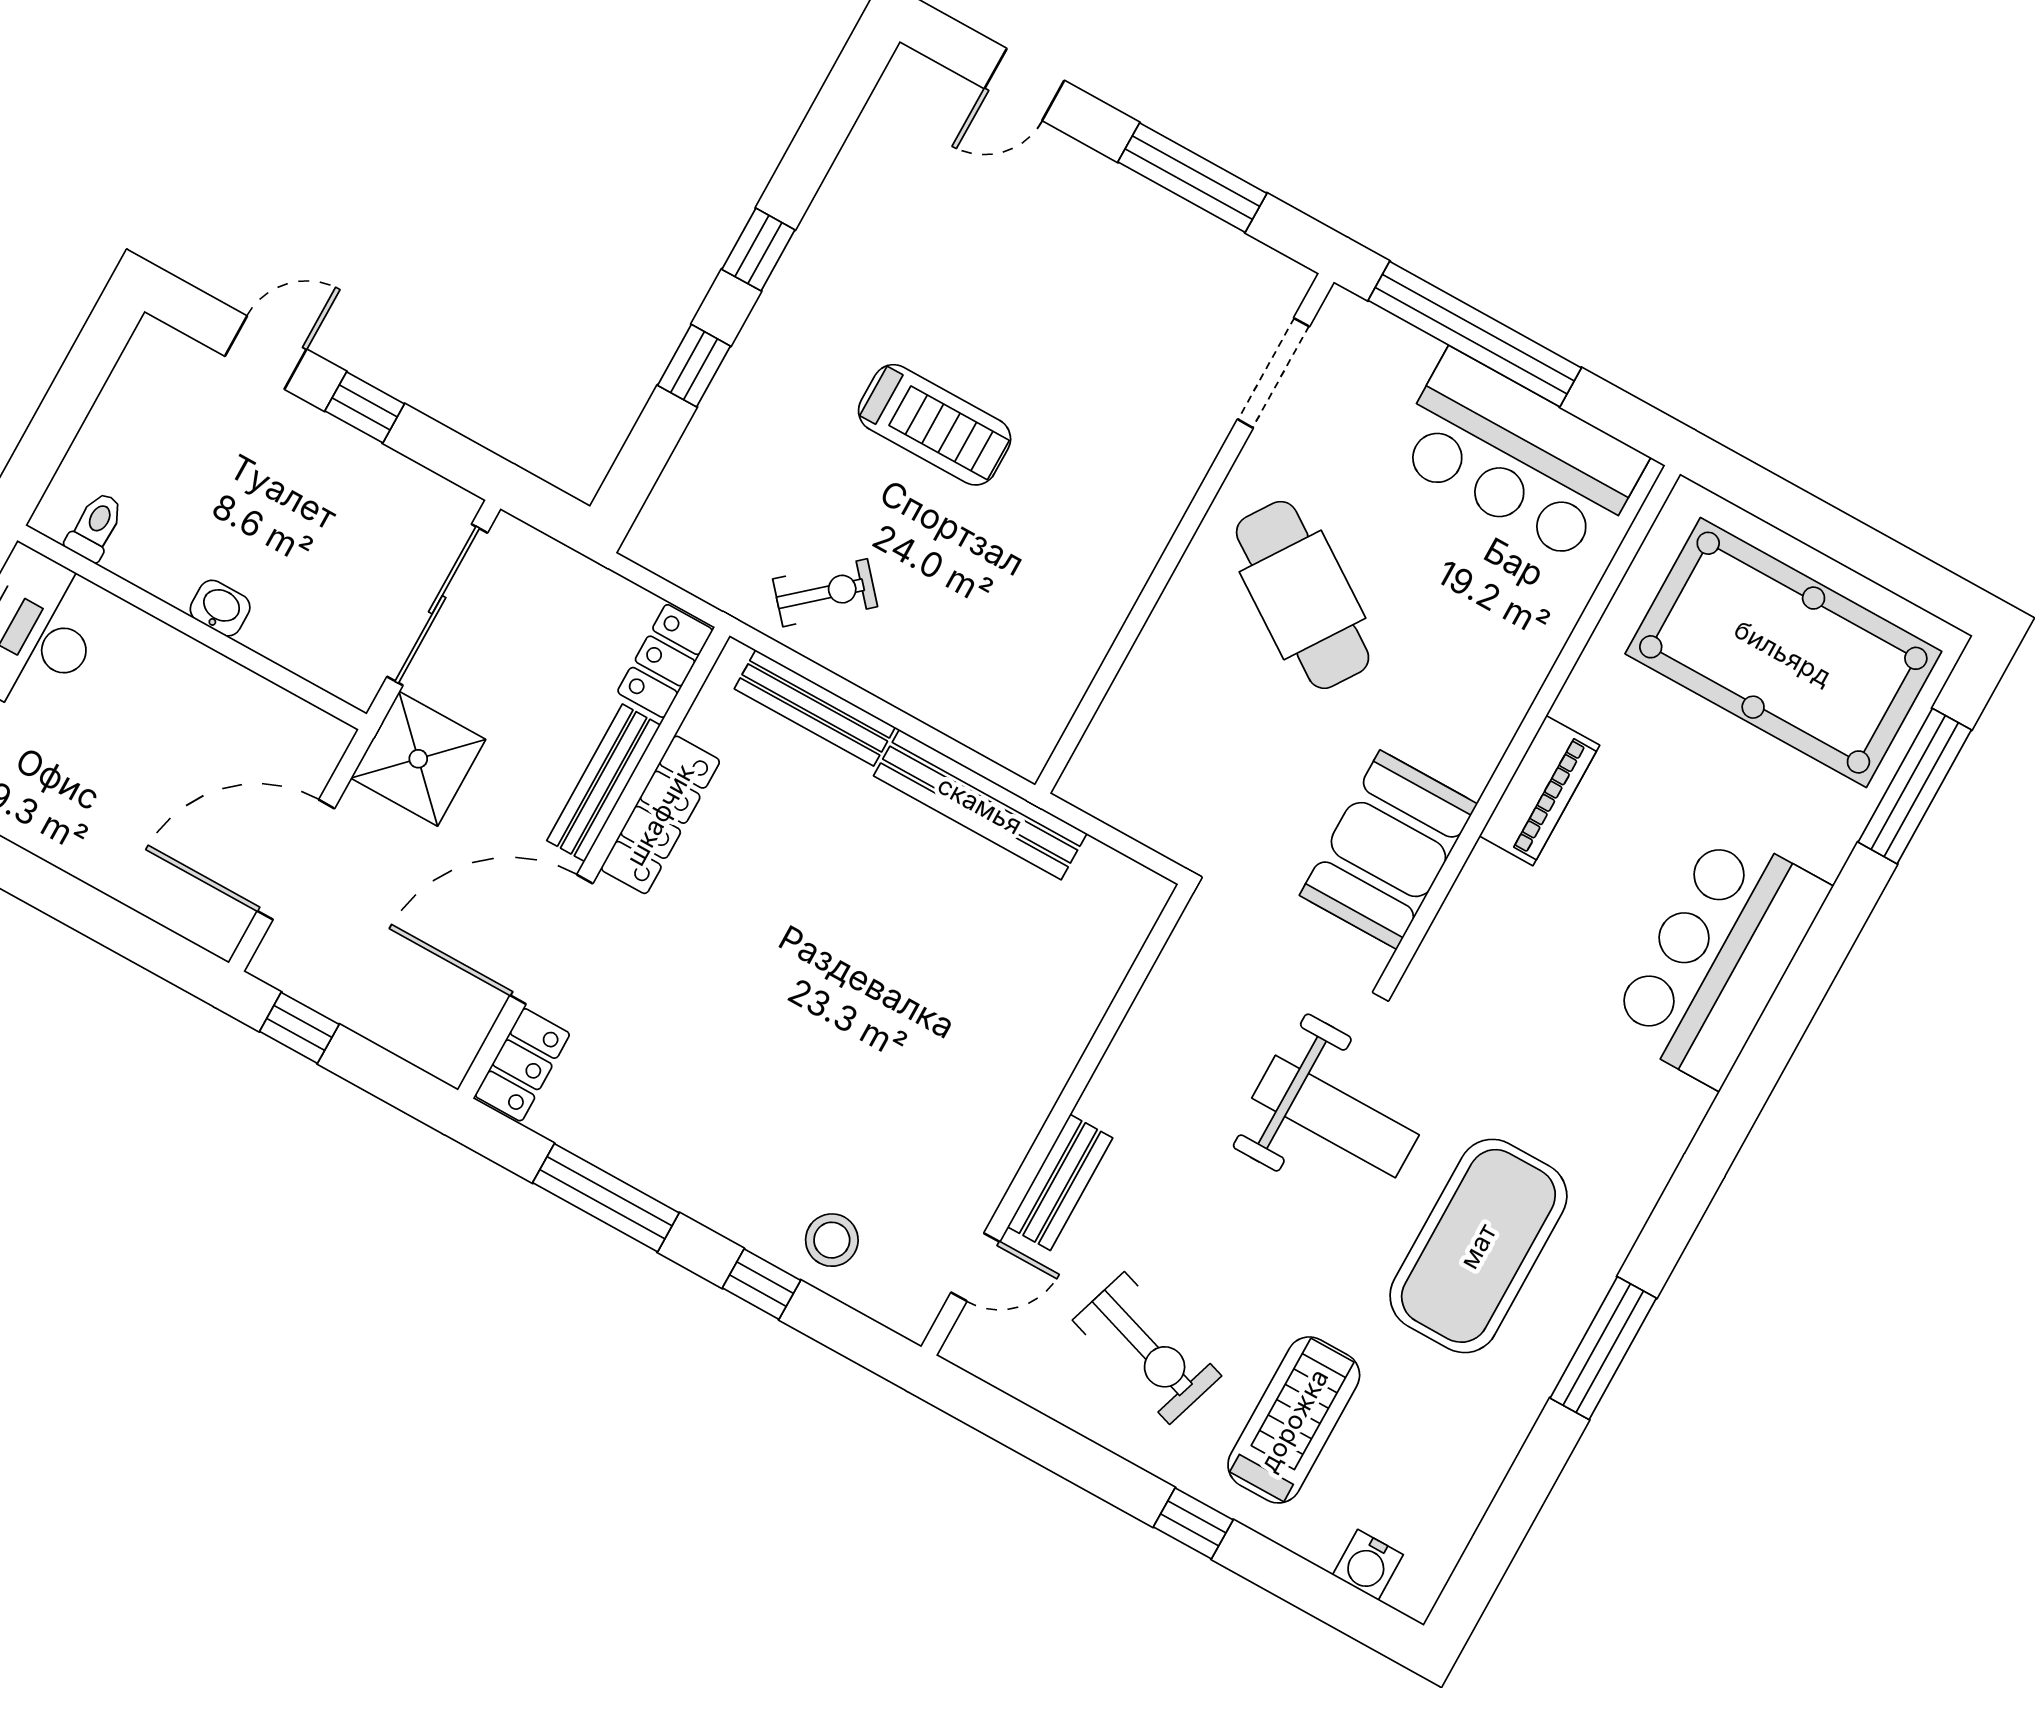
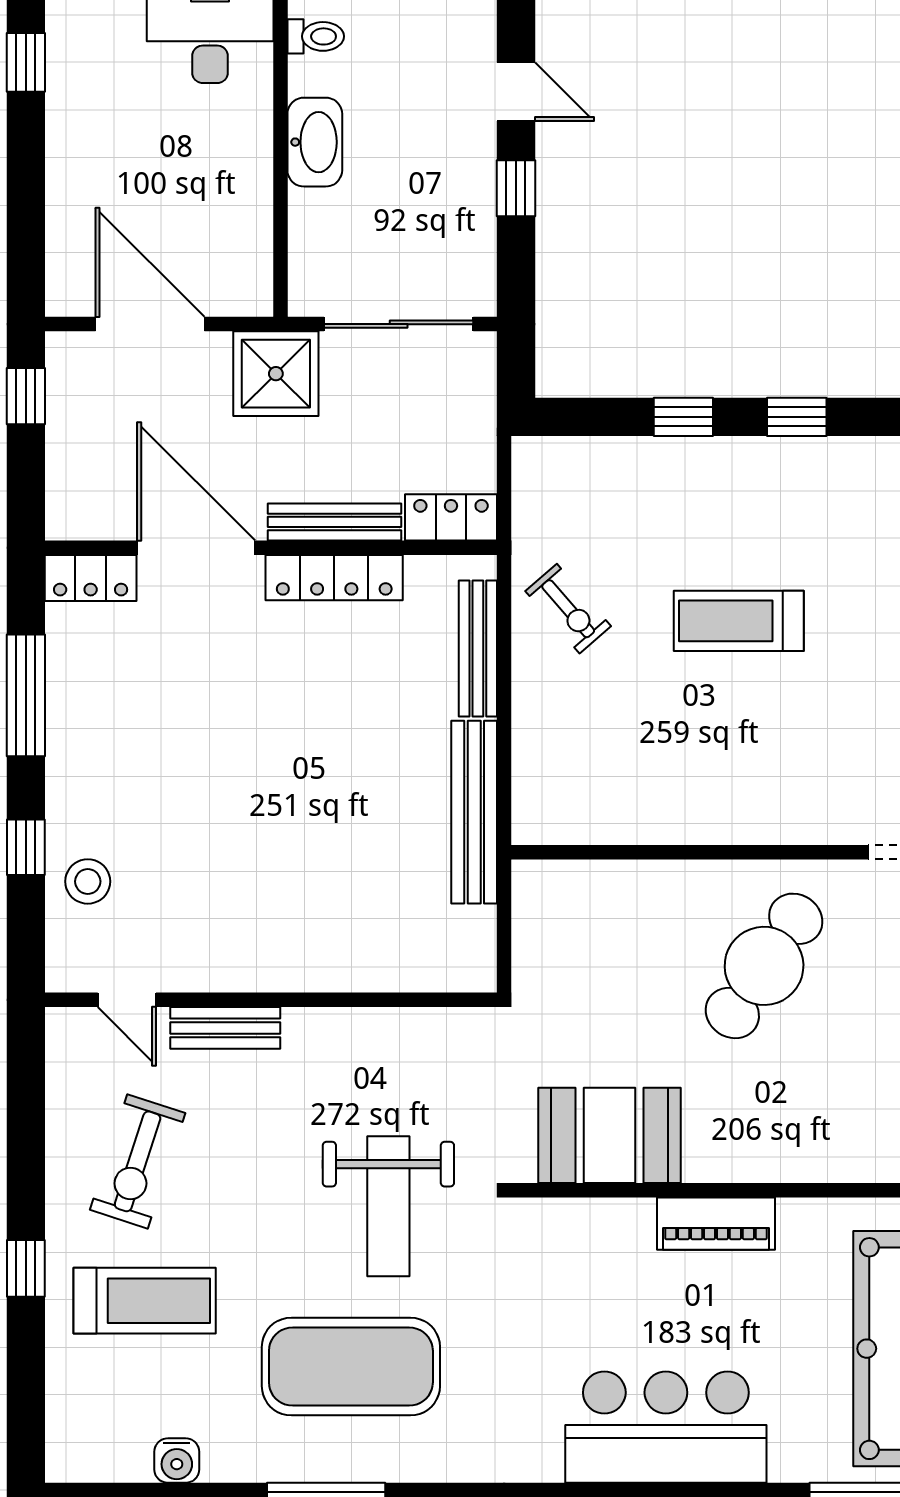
treadmill: (935, 425) -> (739, 621), turned 90
washbasin: (220, 608) -> (315, 142), width x1.91, depth x1.45
water cooler: (1368, 1565) -> (177, 1461), moved, turned -90

